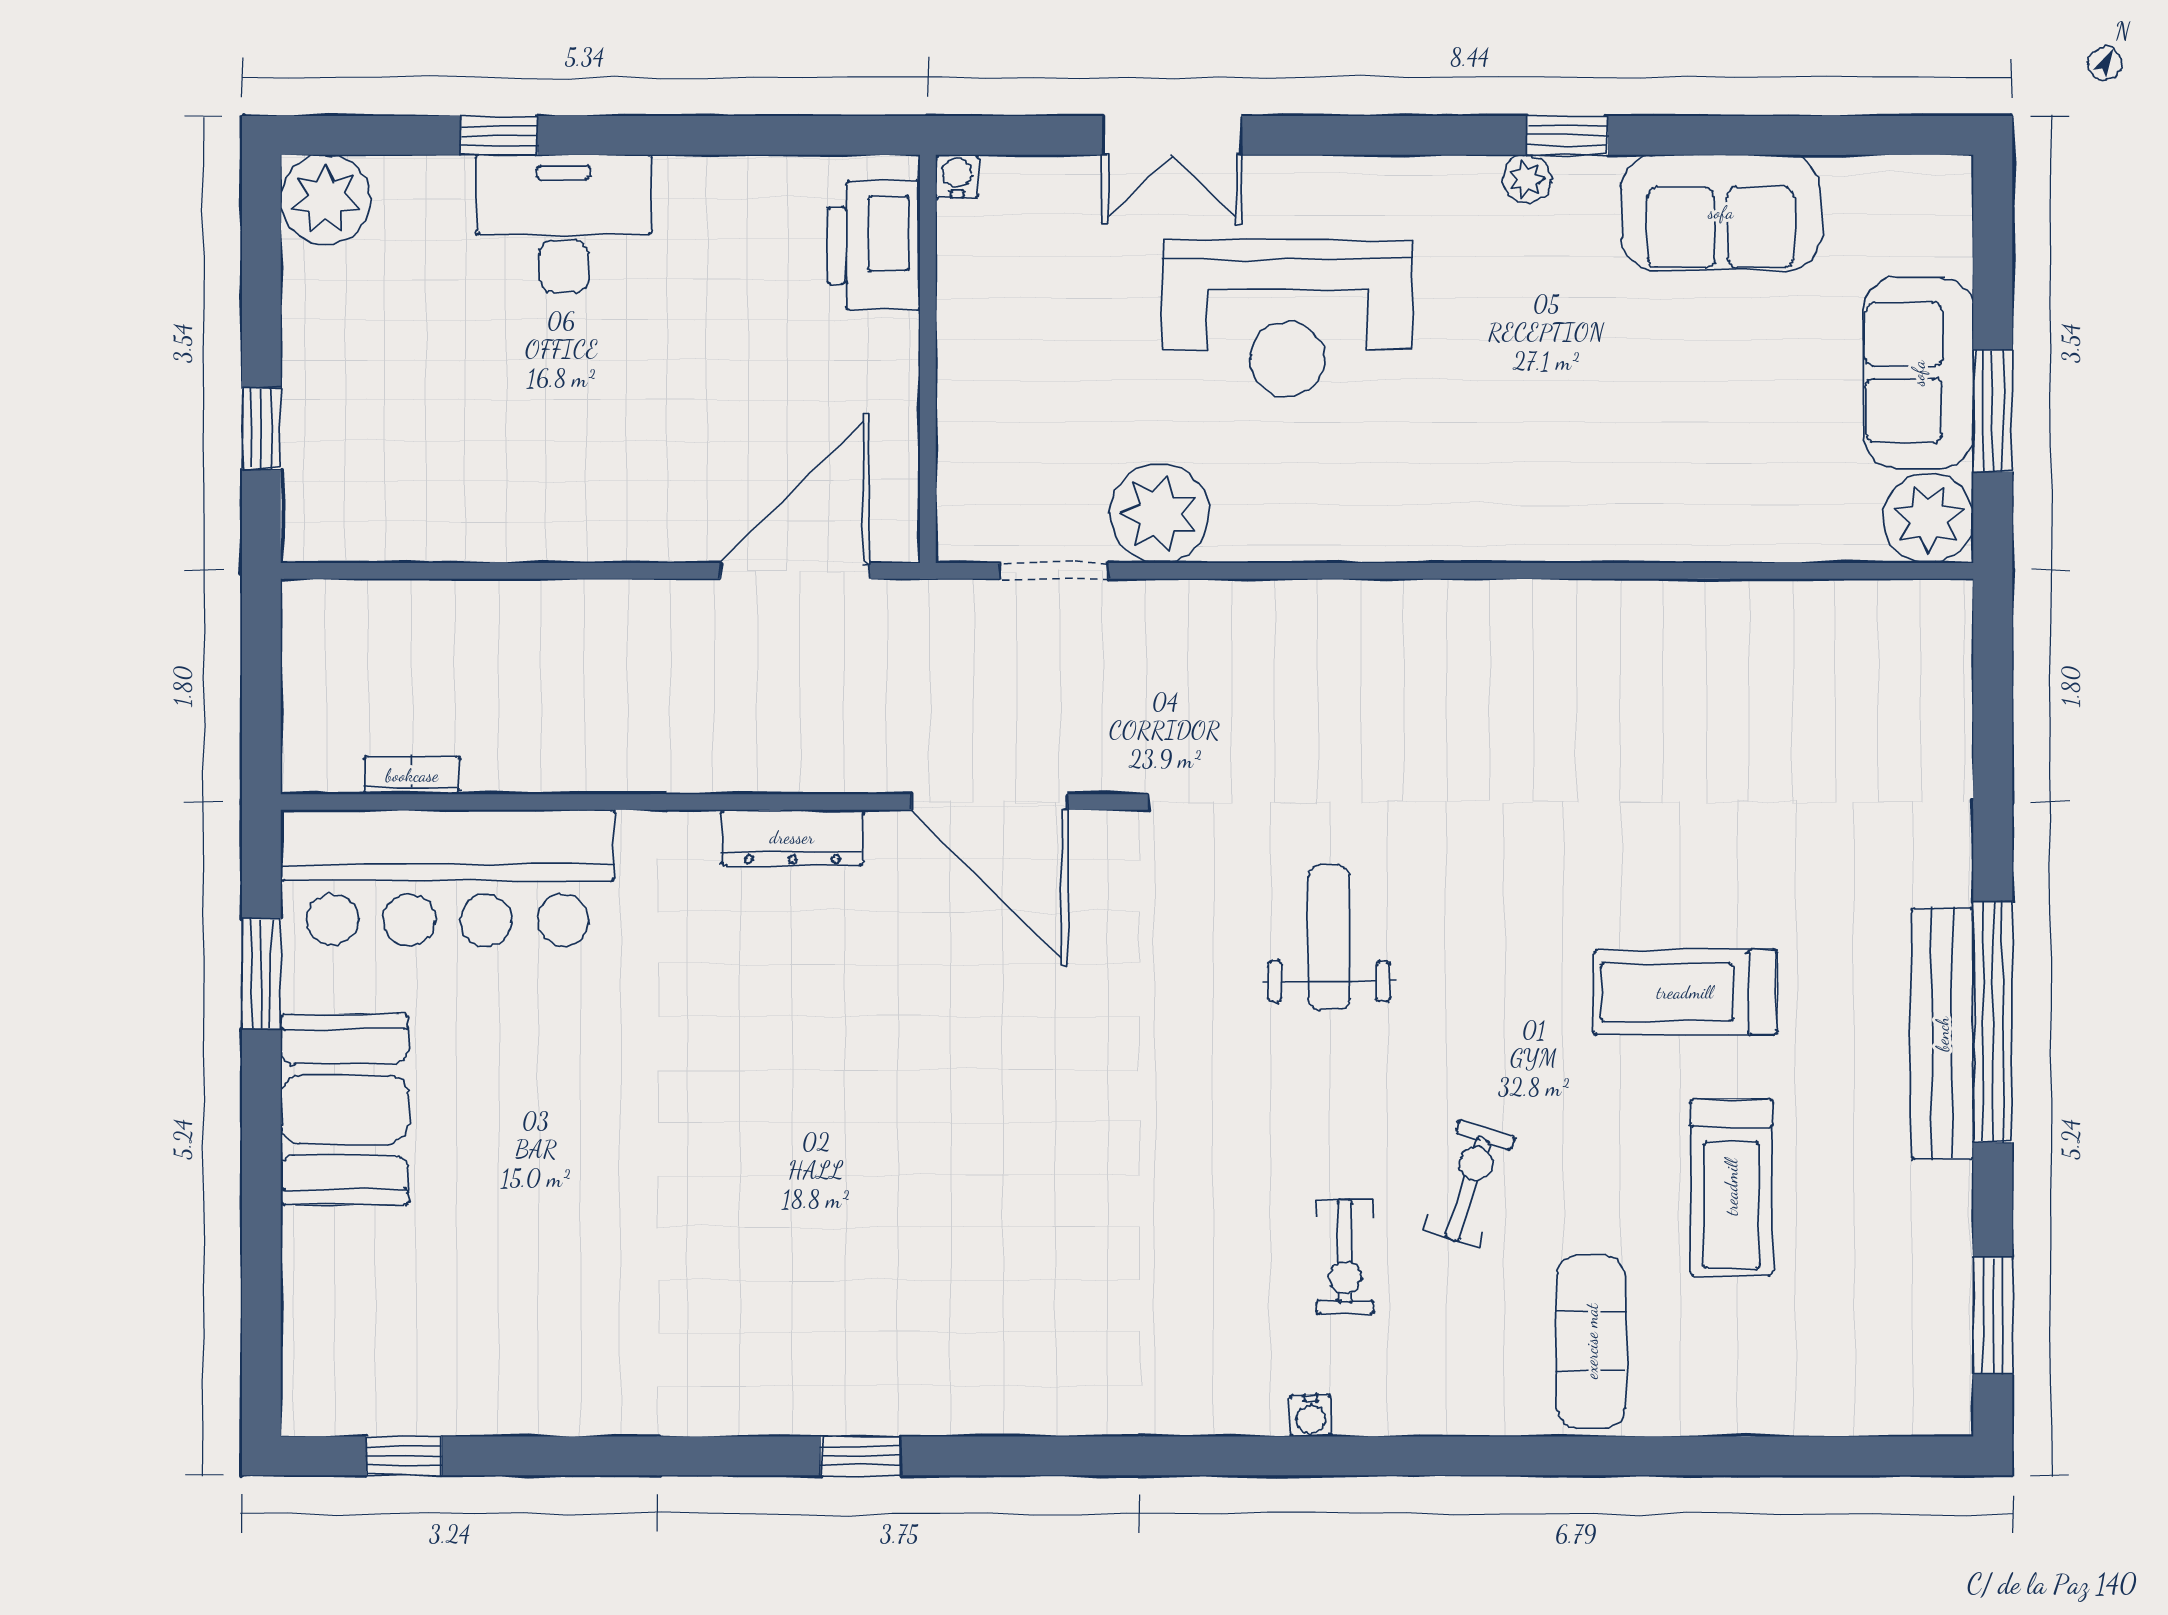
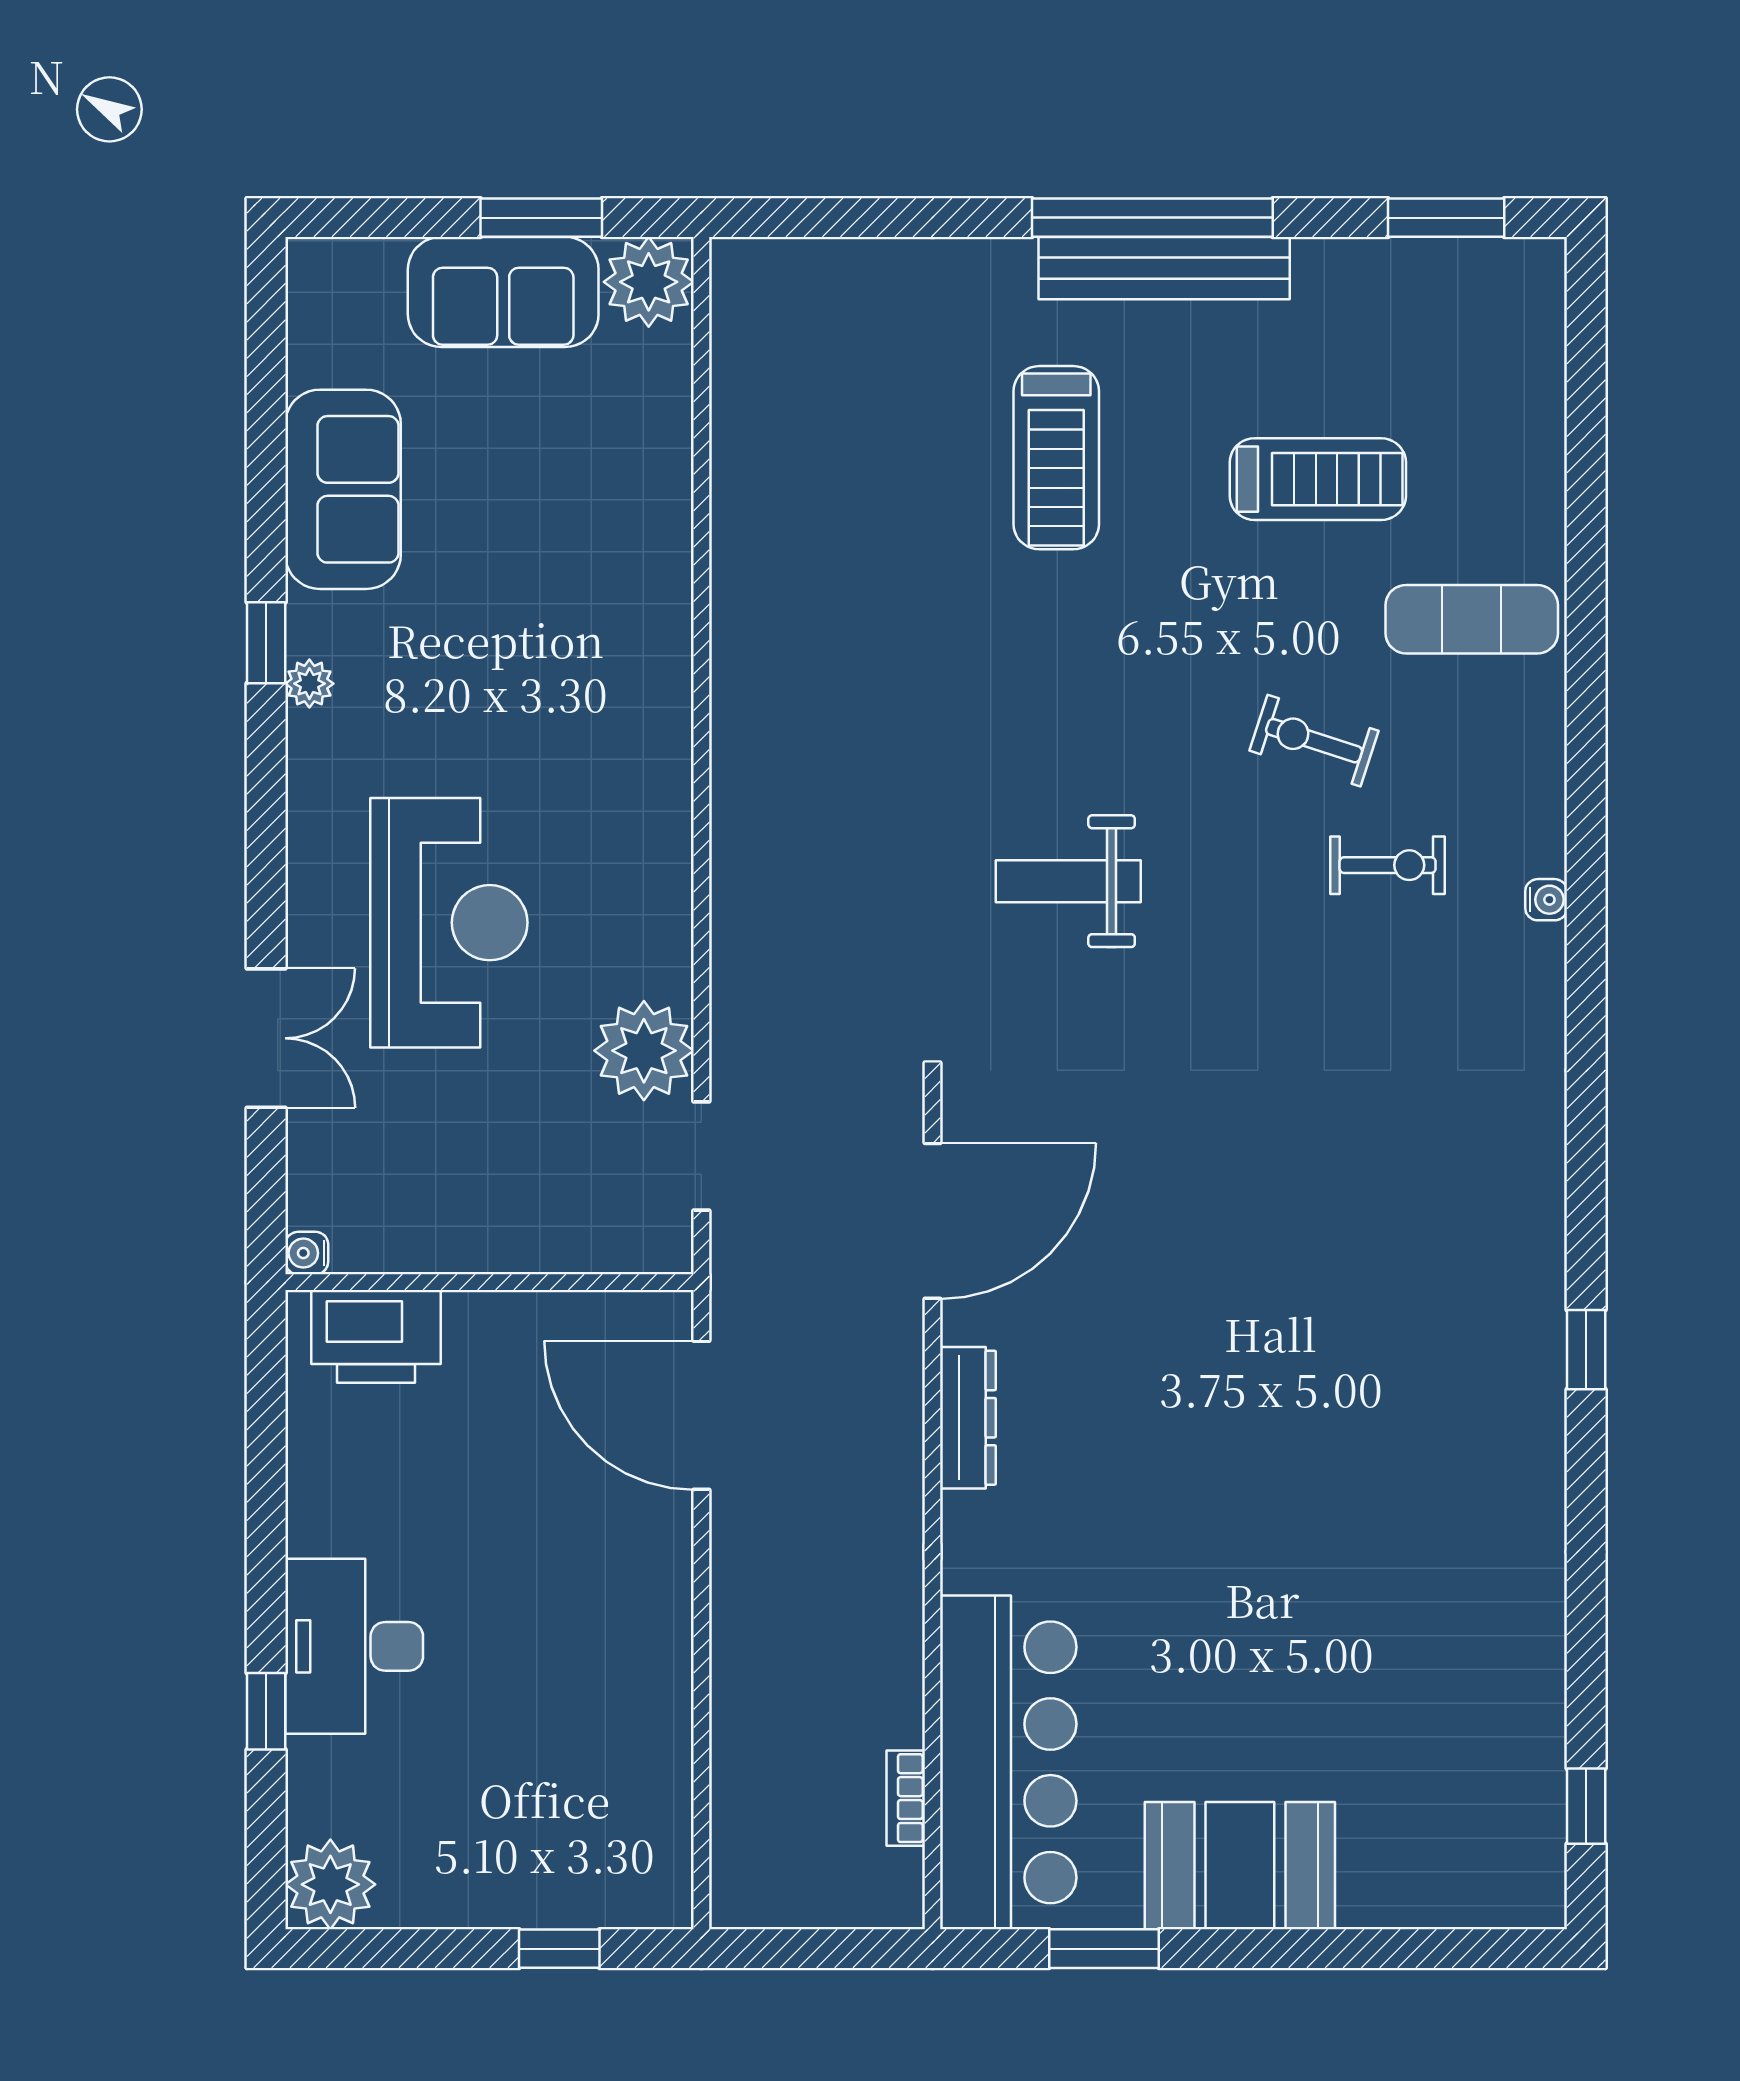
treadmill: (1685, 992) -> (1056, 458), moved

